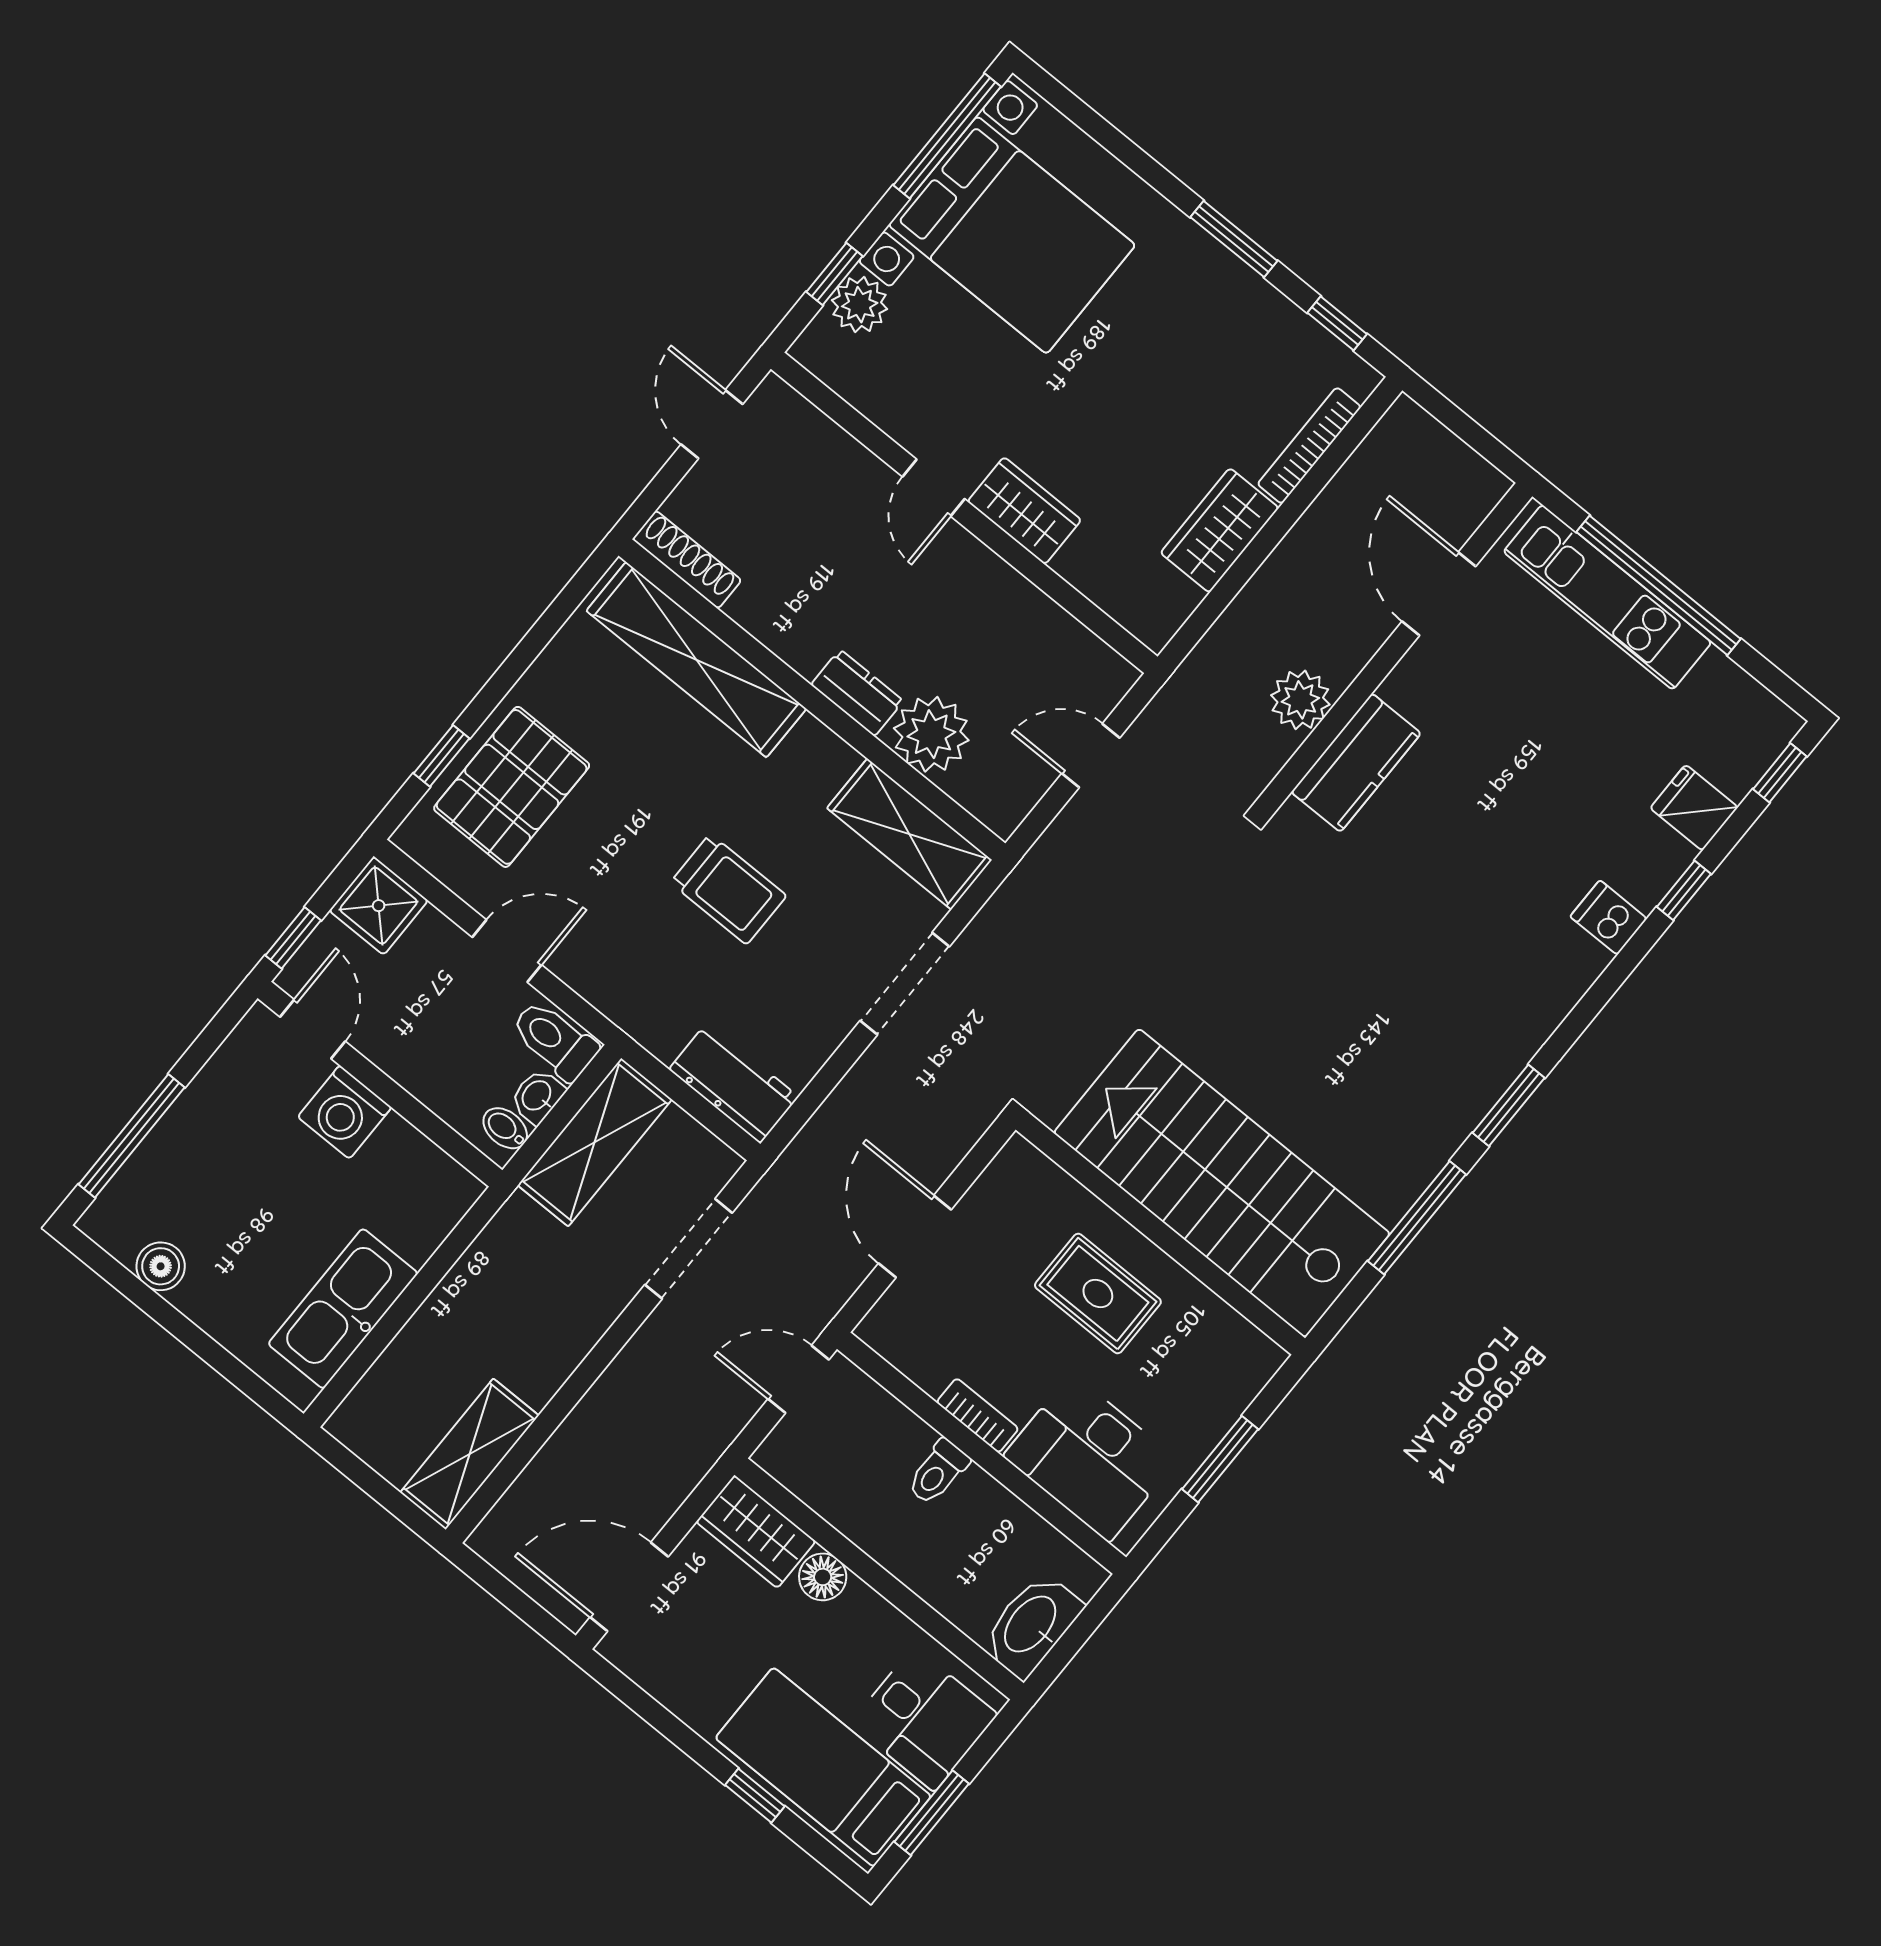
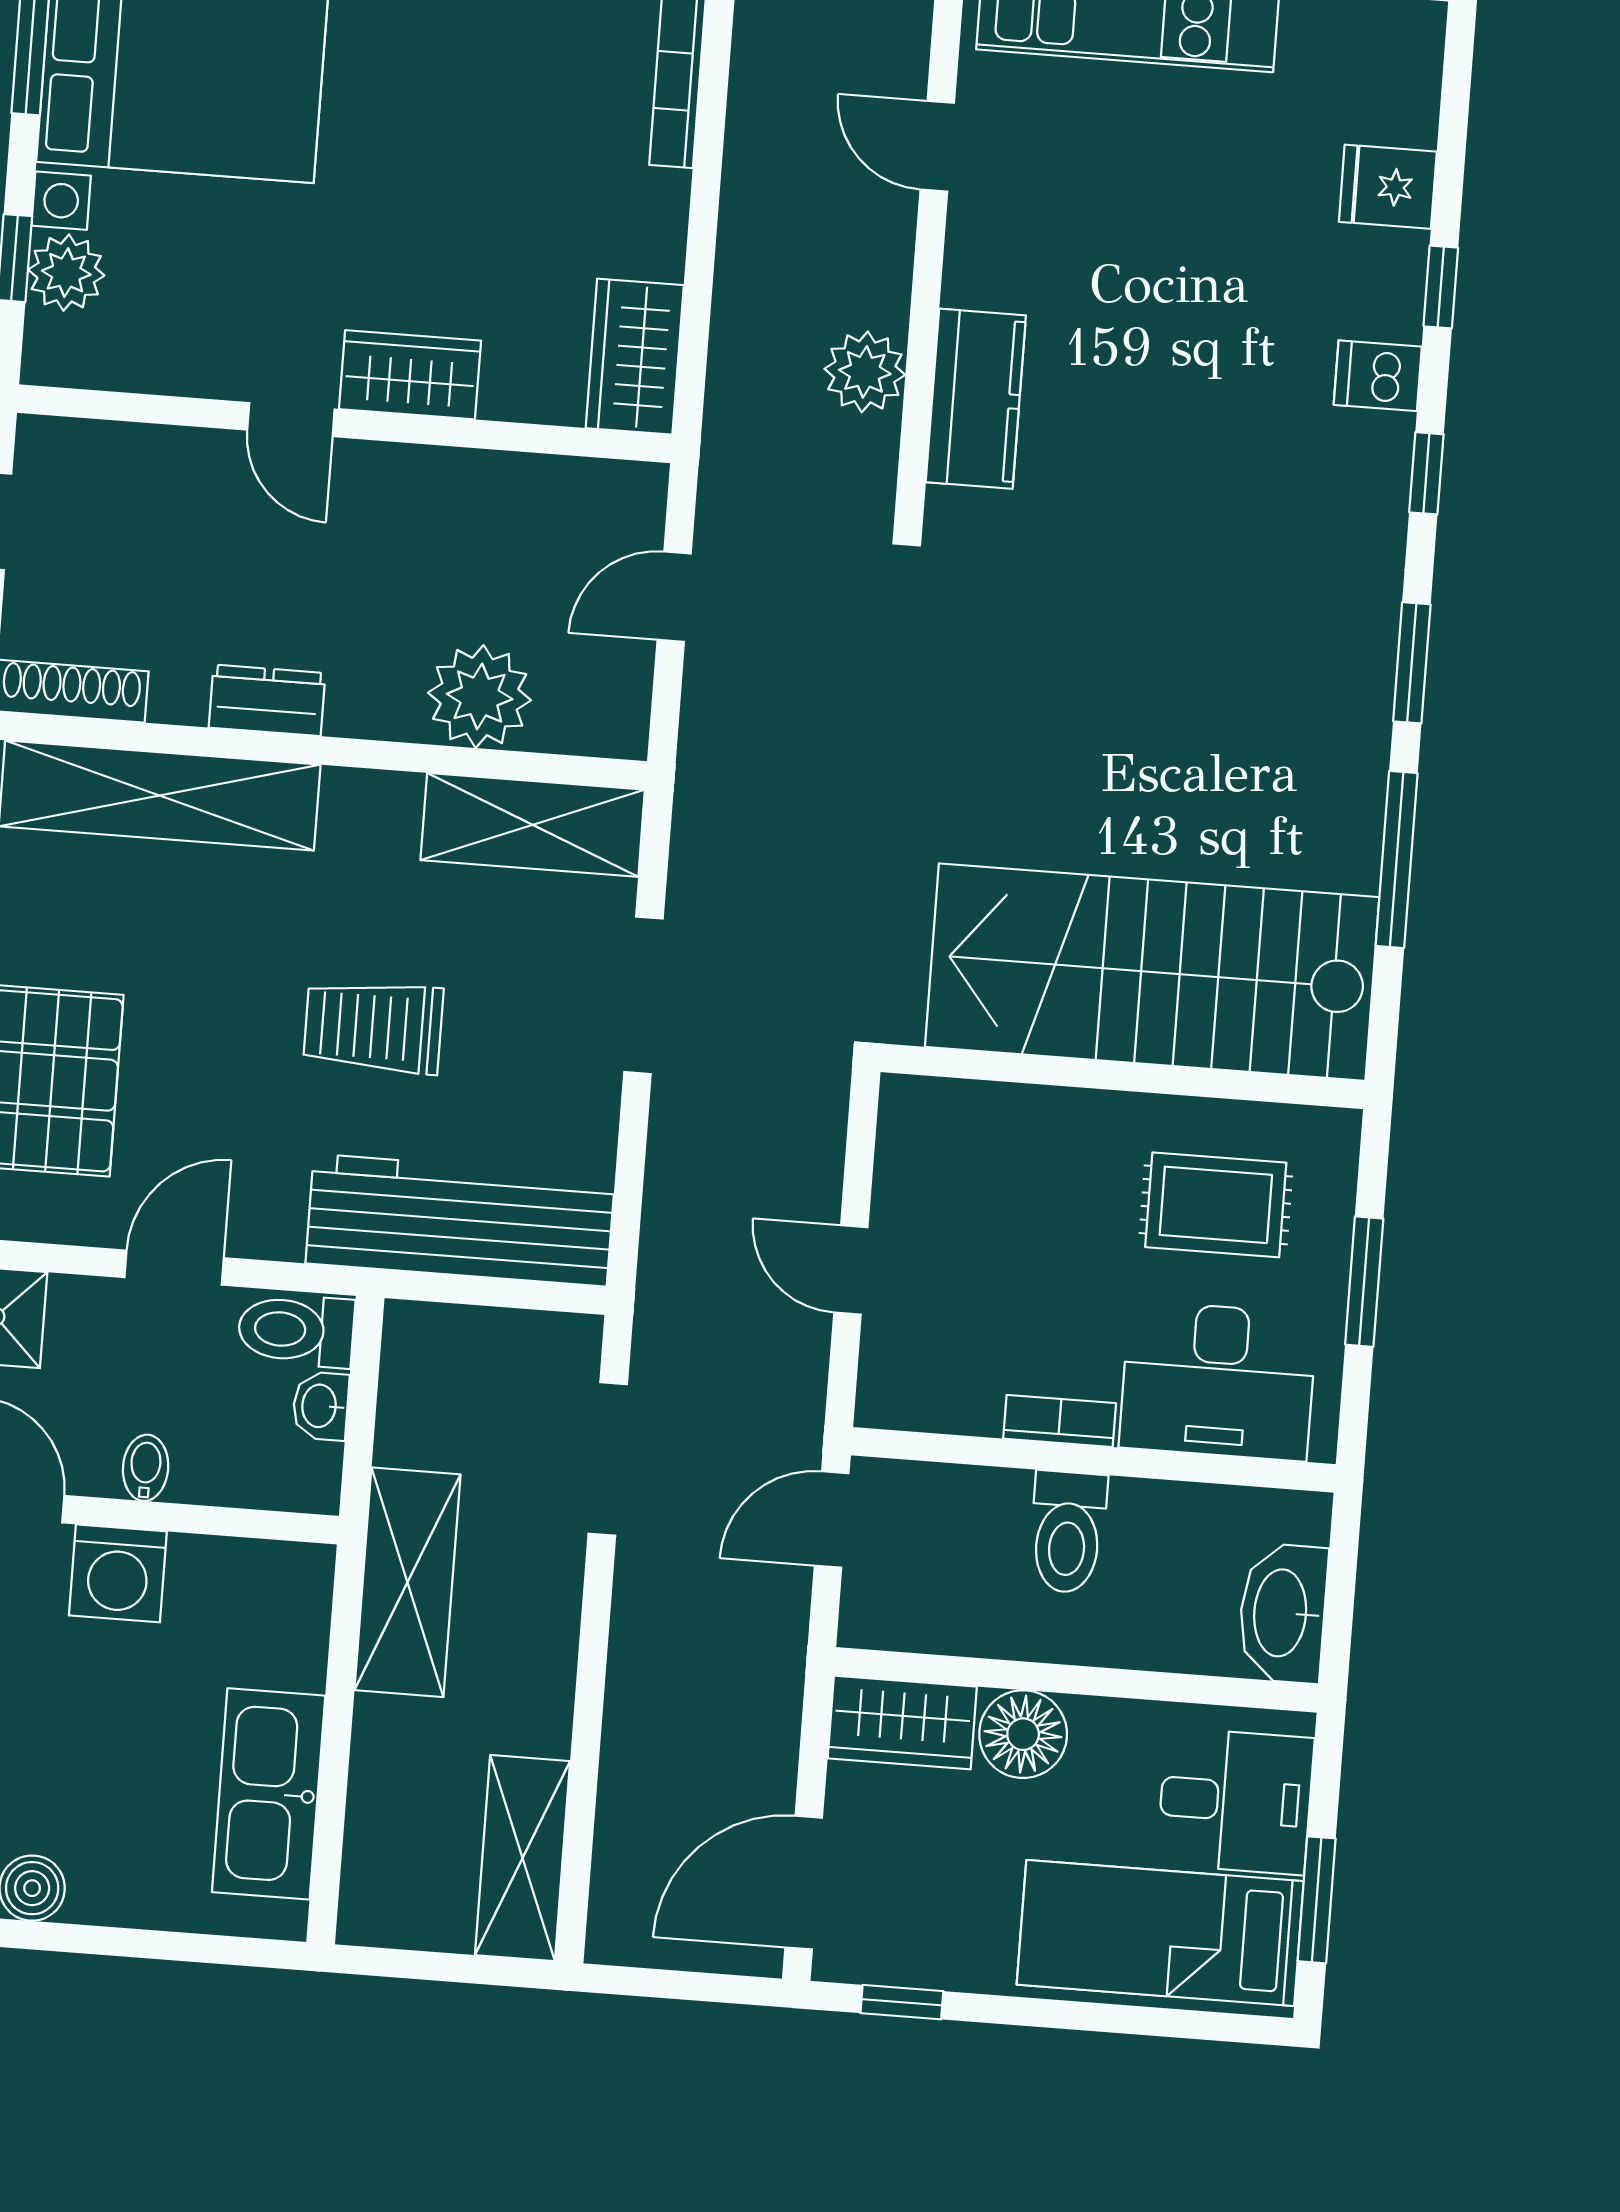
wardrobe: (1220, 530) -> (635, 357), moved
door: (1439, 594) -> (937, 146), width x0.73
dresser: (857, 693) -> (267, 700), moved
window: (1780, 773) -> (1426, 473), moved
trolley: (728, 889) -> (373, 1027), turned 180
workbench: (734, 1083) -> (460, 1220), width x1.88, depth x1.32
bidet: (505, 1128) -> (146, 1468), moved, turned 90
shelving: (595, 1142) -> (407, 1582), moved
door: (915, 1237) -> (851, 1270), width x0.73
rug: (1098, 1293) -> (1216, 1205), moved
toilet: (938, 1472) -> (1068, 1532), width x1.37, depth x1.39
floor lamp: (823, 1577) -> (1023, 1734), width x1.38, depth x1.38
window: (755, 1796) -> (902, 2002), moved

